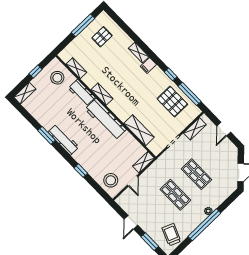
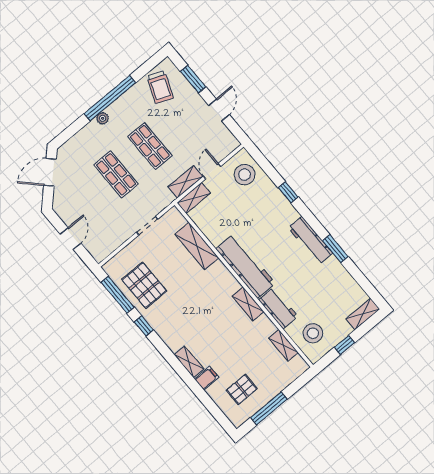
filing cabinet: (148, 65) -> (207, 378), moved
shelving: (195, 129) -> (185, 182), moved

